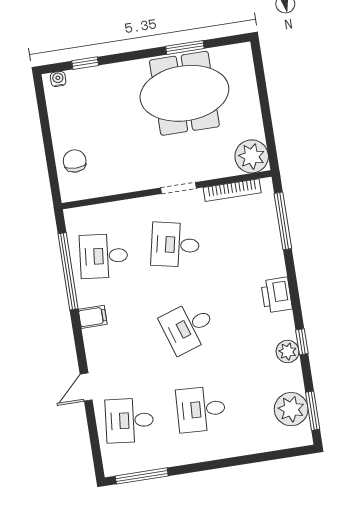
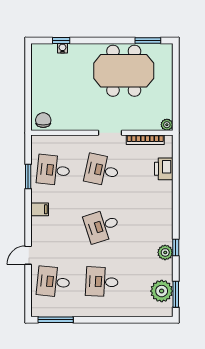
window: (185, 47) -> (148, 40), moved
water cooler: (58, 79) -> (63, 48), moved
plant: (252, 156) -> (167, 125), width x0.53, depth x0.53
chair: (75, 161) -> (43, 120), moved
window: (283, 221) -> (176, 166), removed
window: (68, 271) -> (28, 177), width x0.47
printer: (276, 295) -> (164, 169), moved

